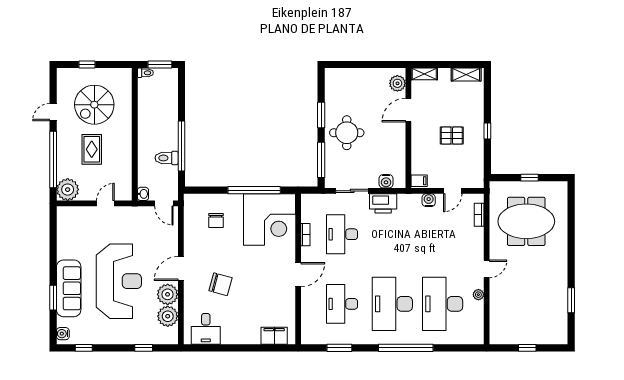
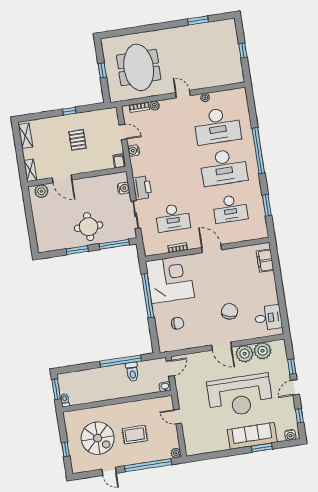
plant: (68, 190) -> (176, 453), width x0.53, depth x0.53
plant: (478, 233) -> (155, 106), added
reception desk: (119, 281) -> (240, 395), turned 180
door: (118, 348) -> (295, 387), added

